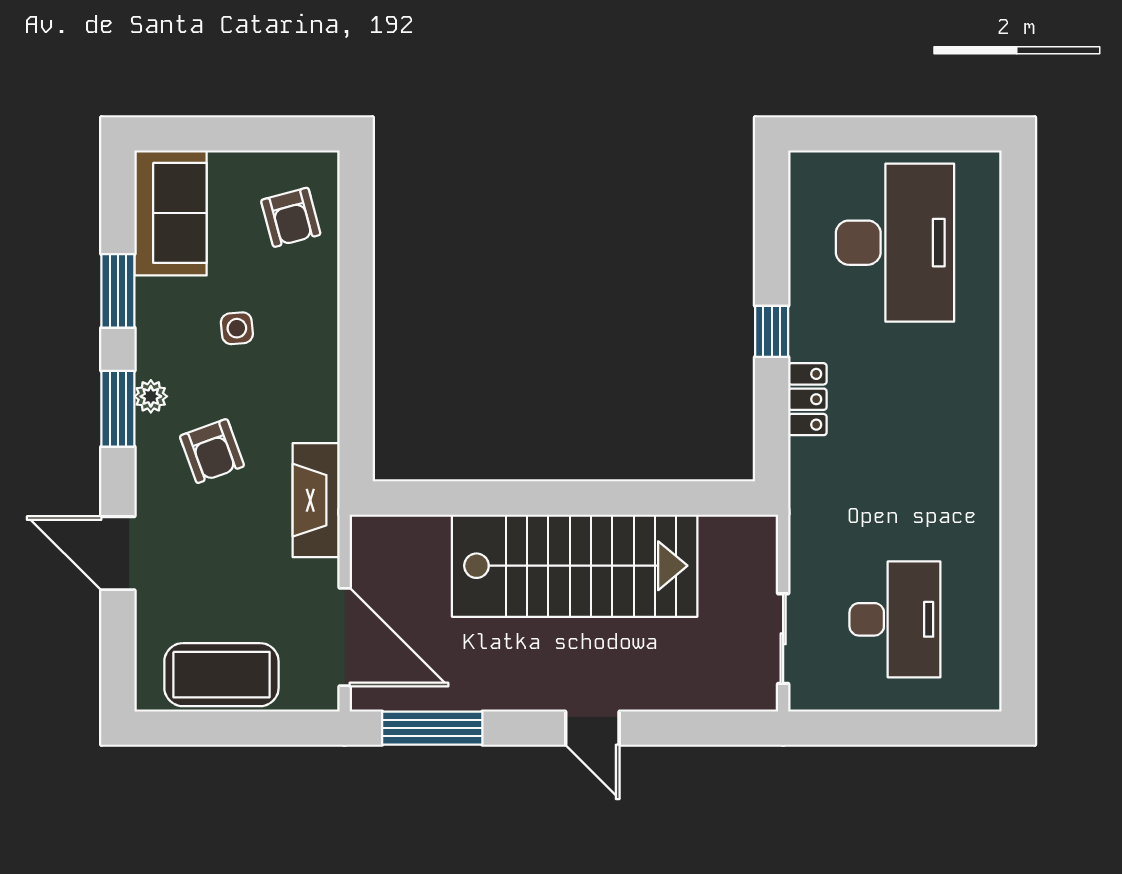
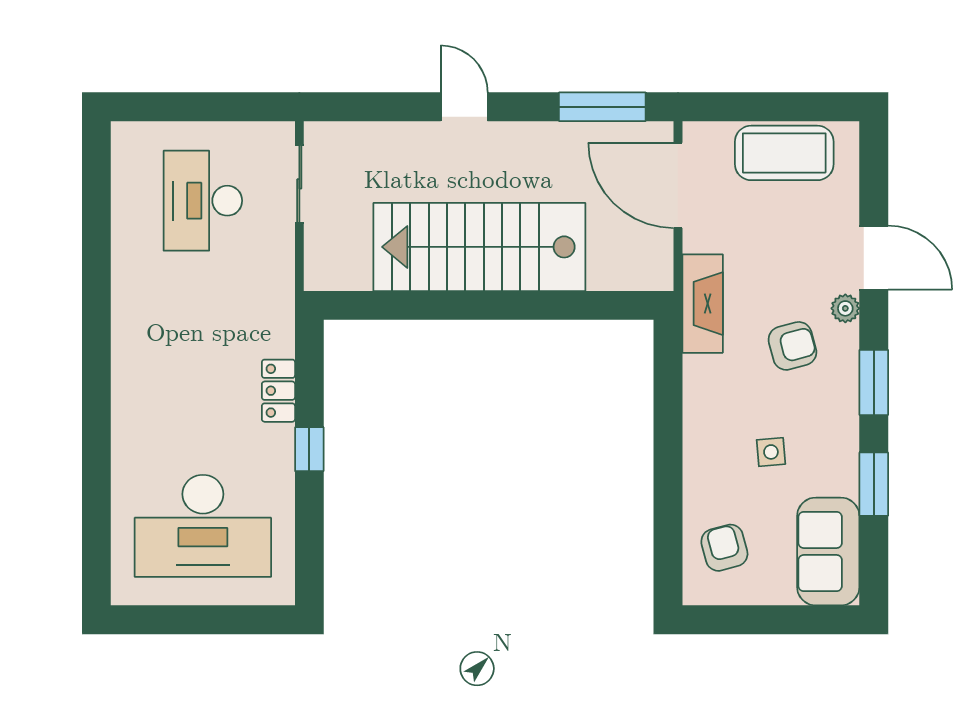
desk: (895, 243) -> (203, 526), turned -90
plant: (151, 396) -> (845, 308), moved
armchair: (212, 451) -> (792, 346), turned 95

